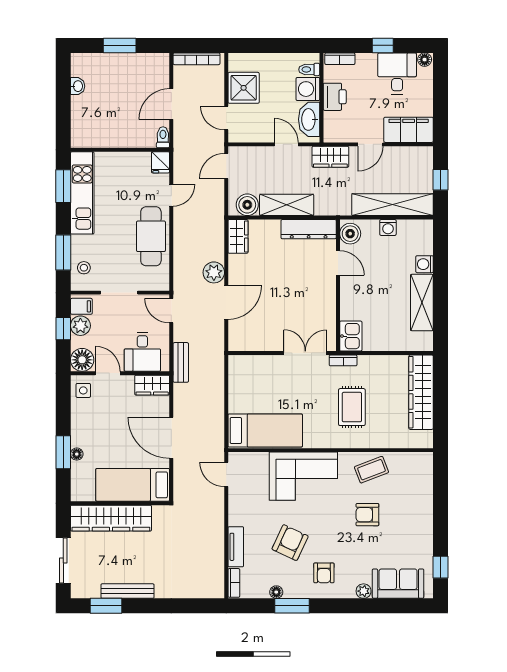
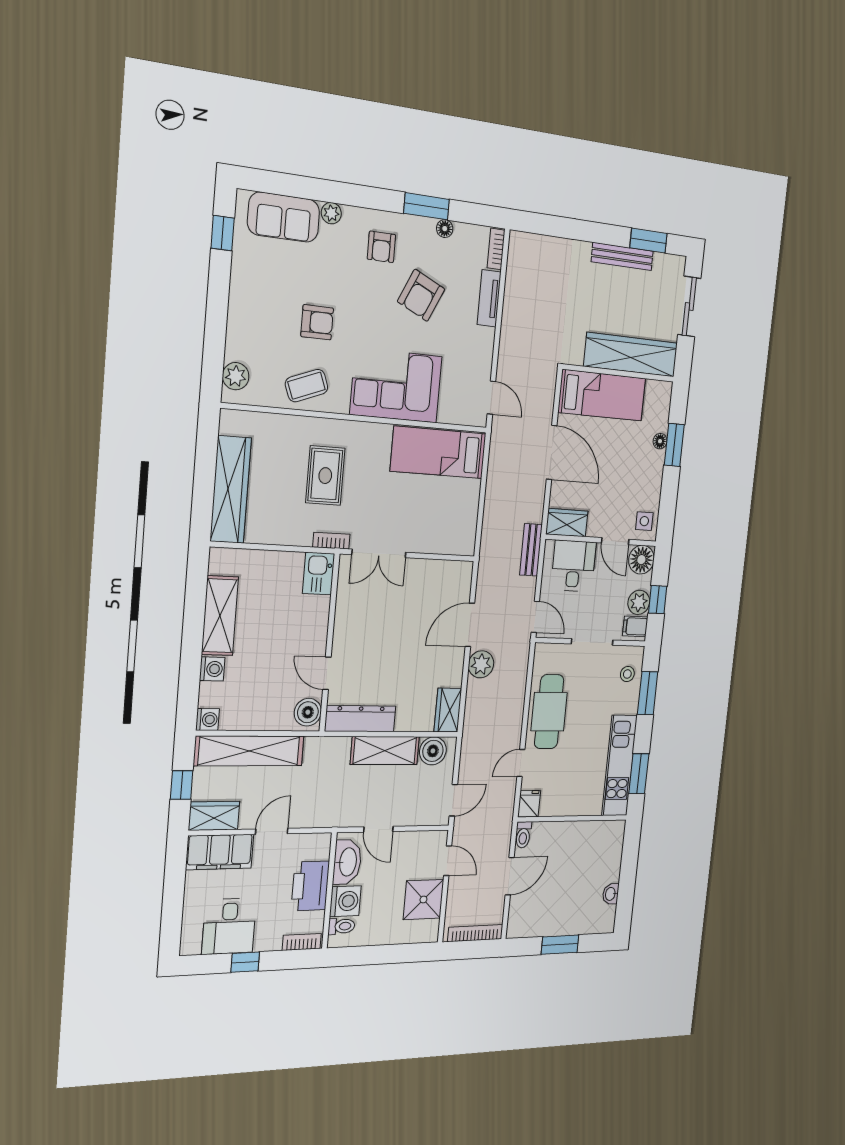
floor lamp: (425, 60) -> (191, 946), removed
printer: (335, 97) -> (310, 886), width x1.37, depth x1.19
wardrobe: (330, 157) -> (214, 816), moved
washing machine: (388, 227) -> (208, 720), moved, turned 90
plant: (424, 471) -> (236, 376), added
armchair: (324, 573) -> (381, 247), turned 180

